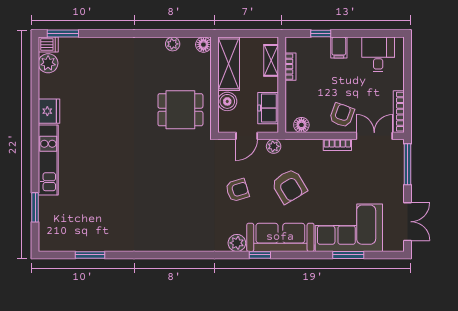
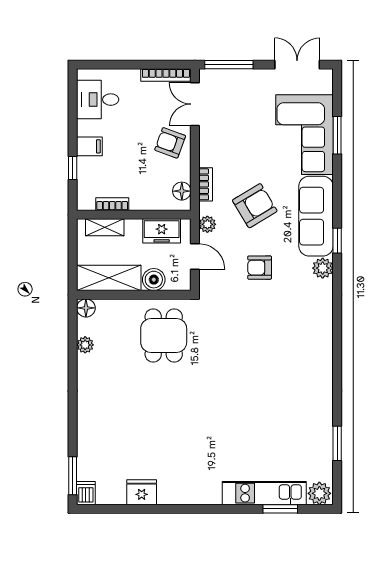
plant: (48, 63) -> (319, 493), moved
fridge: (49, 111) -> (142, 492), moved
bookcase: (337, 145) -> (206, 184), moved
kitchen unit: (48, 160) -> (264, 493), moved
armchair: (237, 190) -> (260, 268), turned -73

